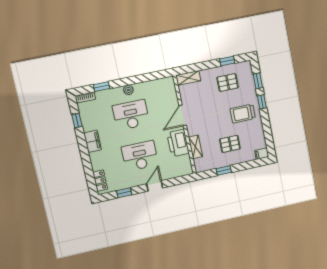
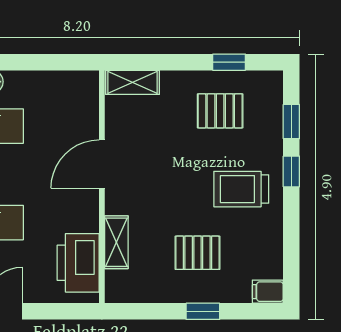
printer: (178, 143) -> (78, 263), moved
window: (224, 171) -> (203, 311), moved

